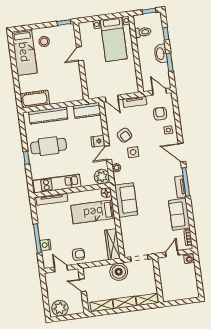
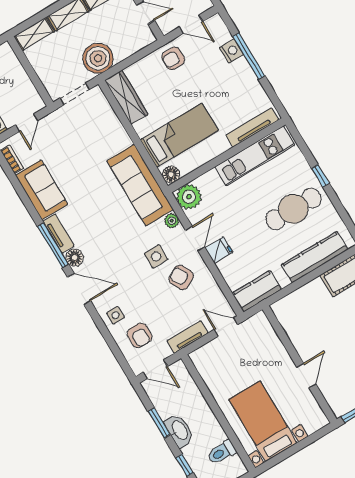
floor lamp: (177, 170) -> (75, 258), added
sofa: (126, 200) -> (140, 185), width x1.36

